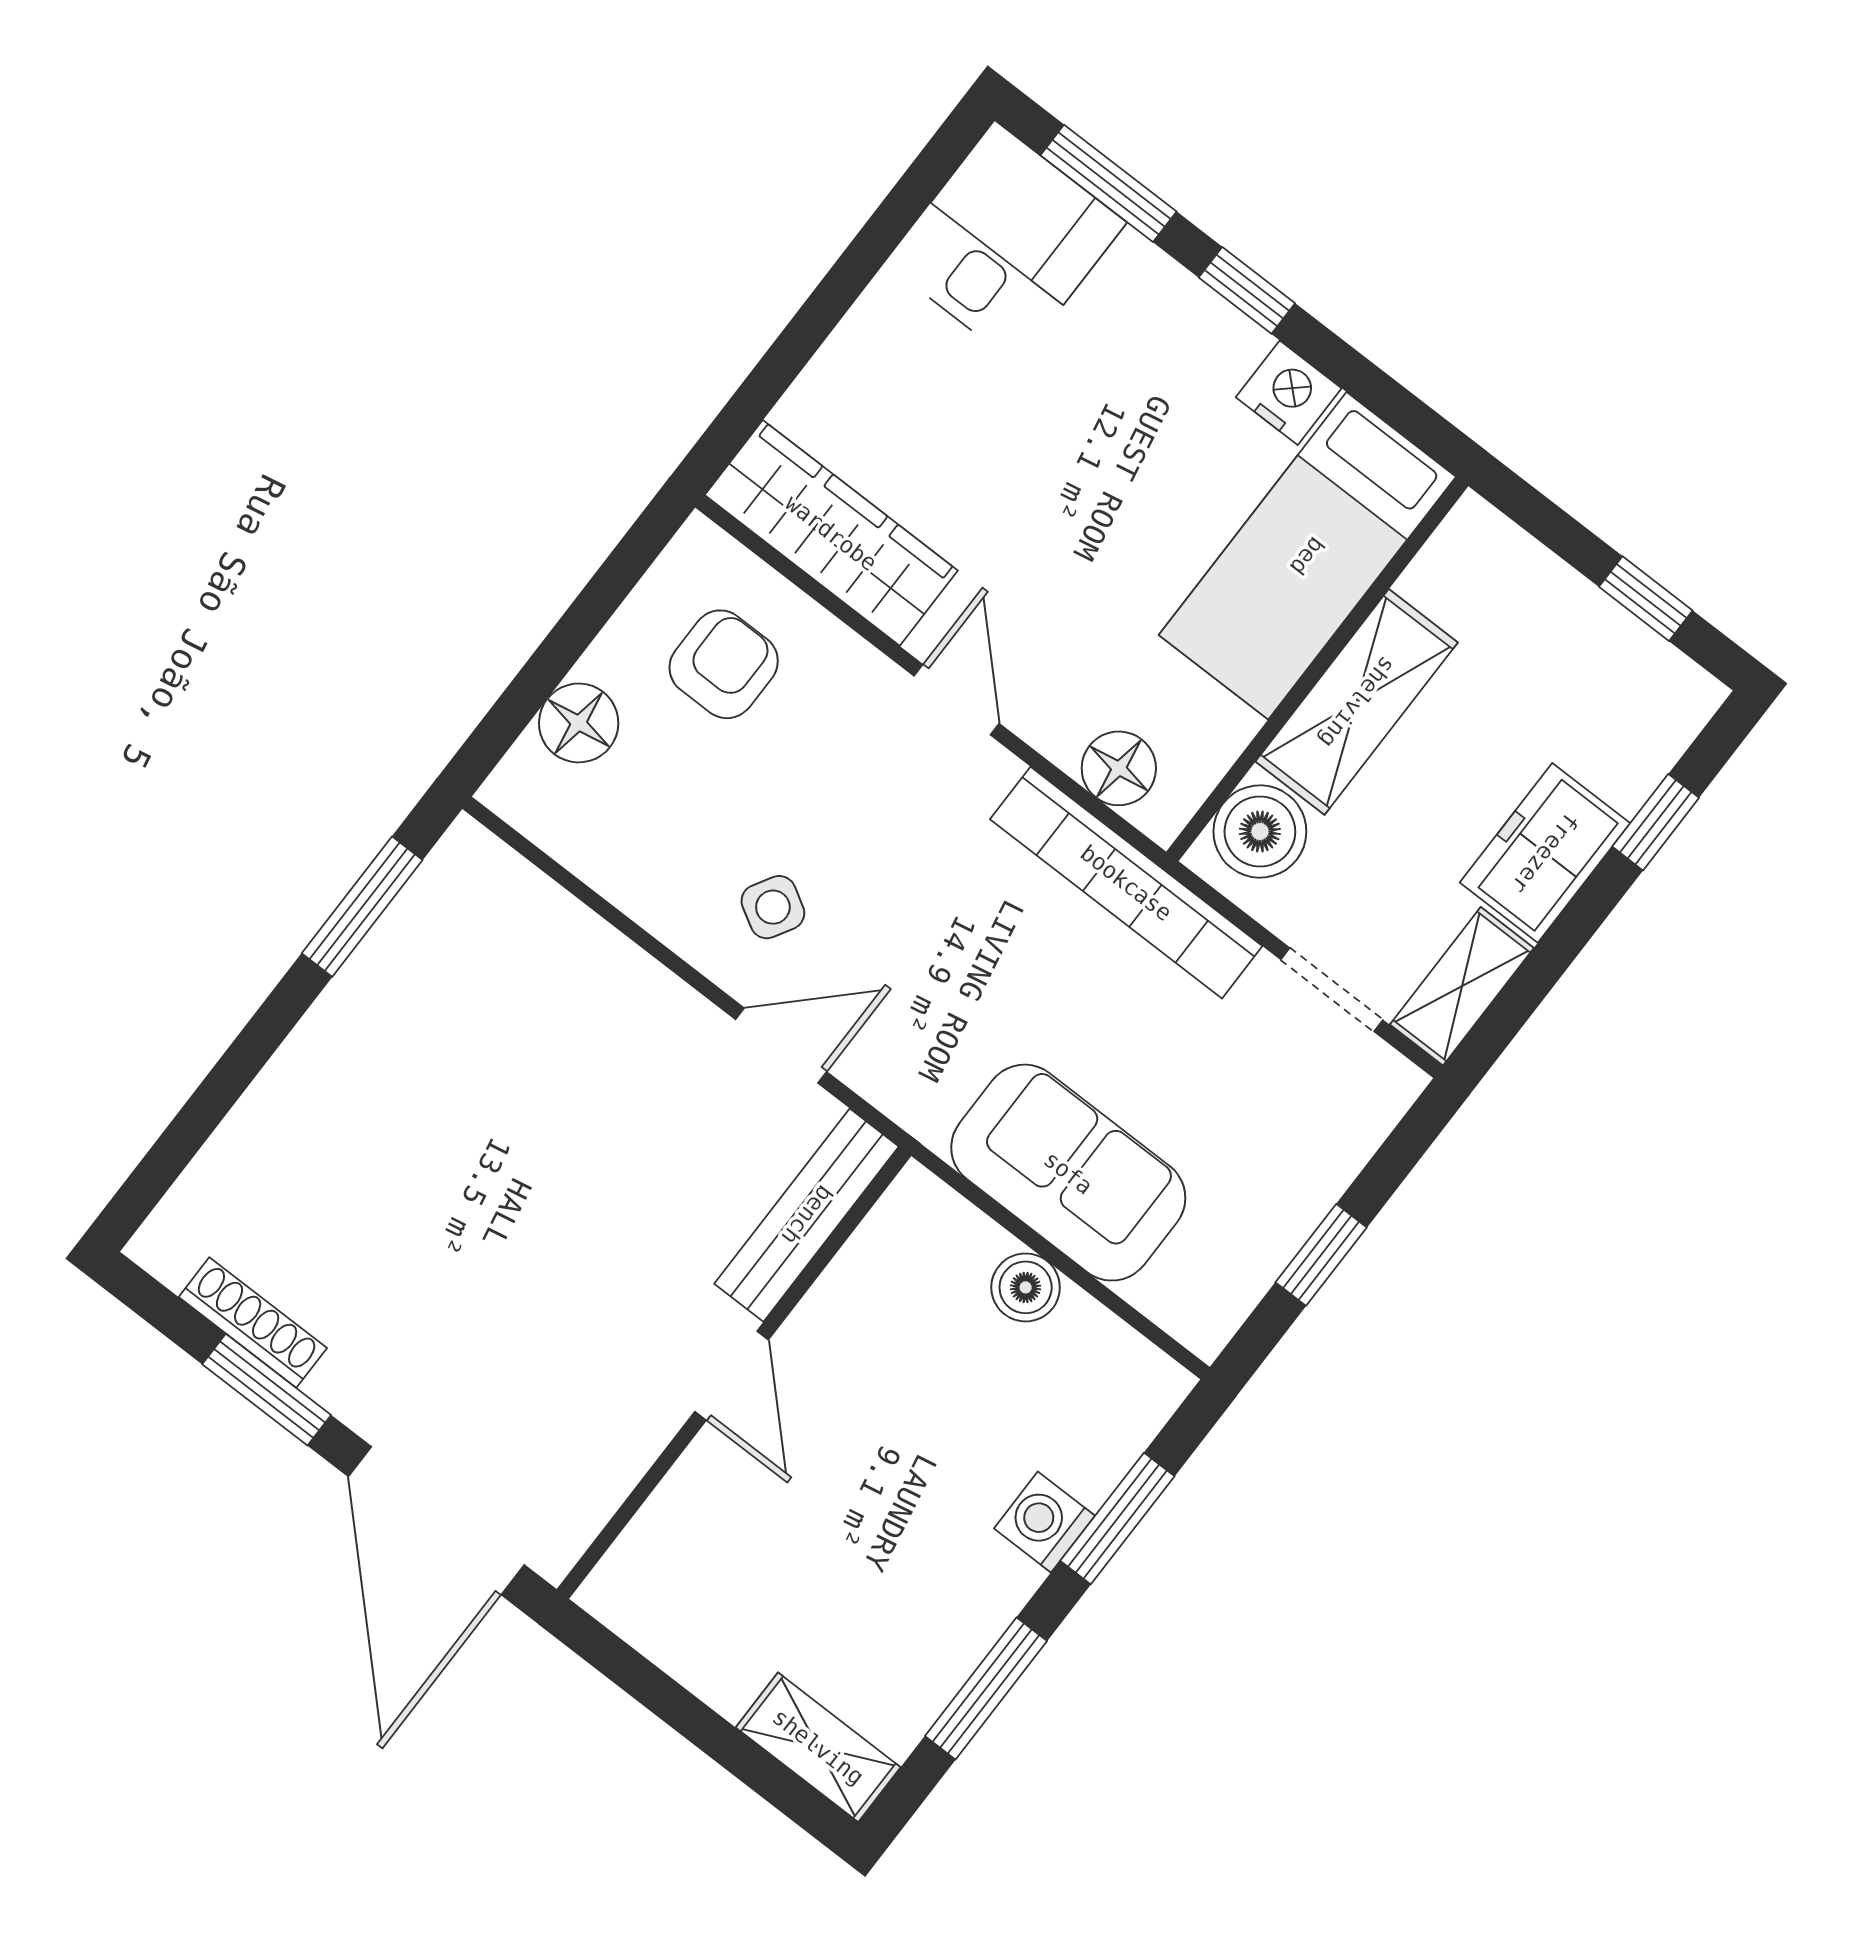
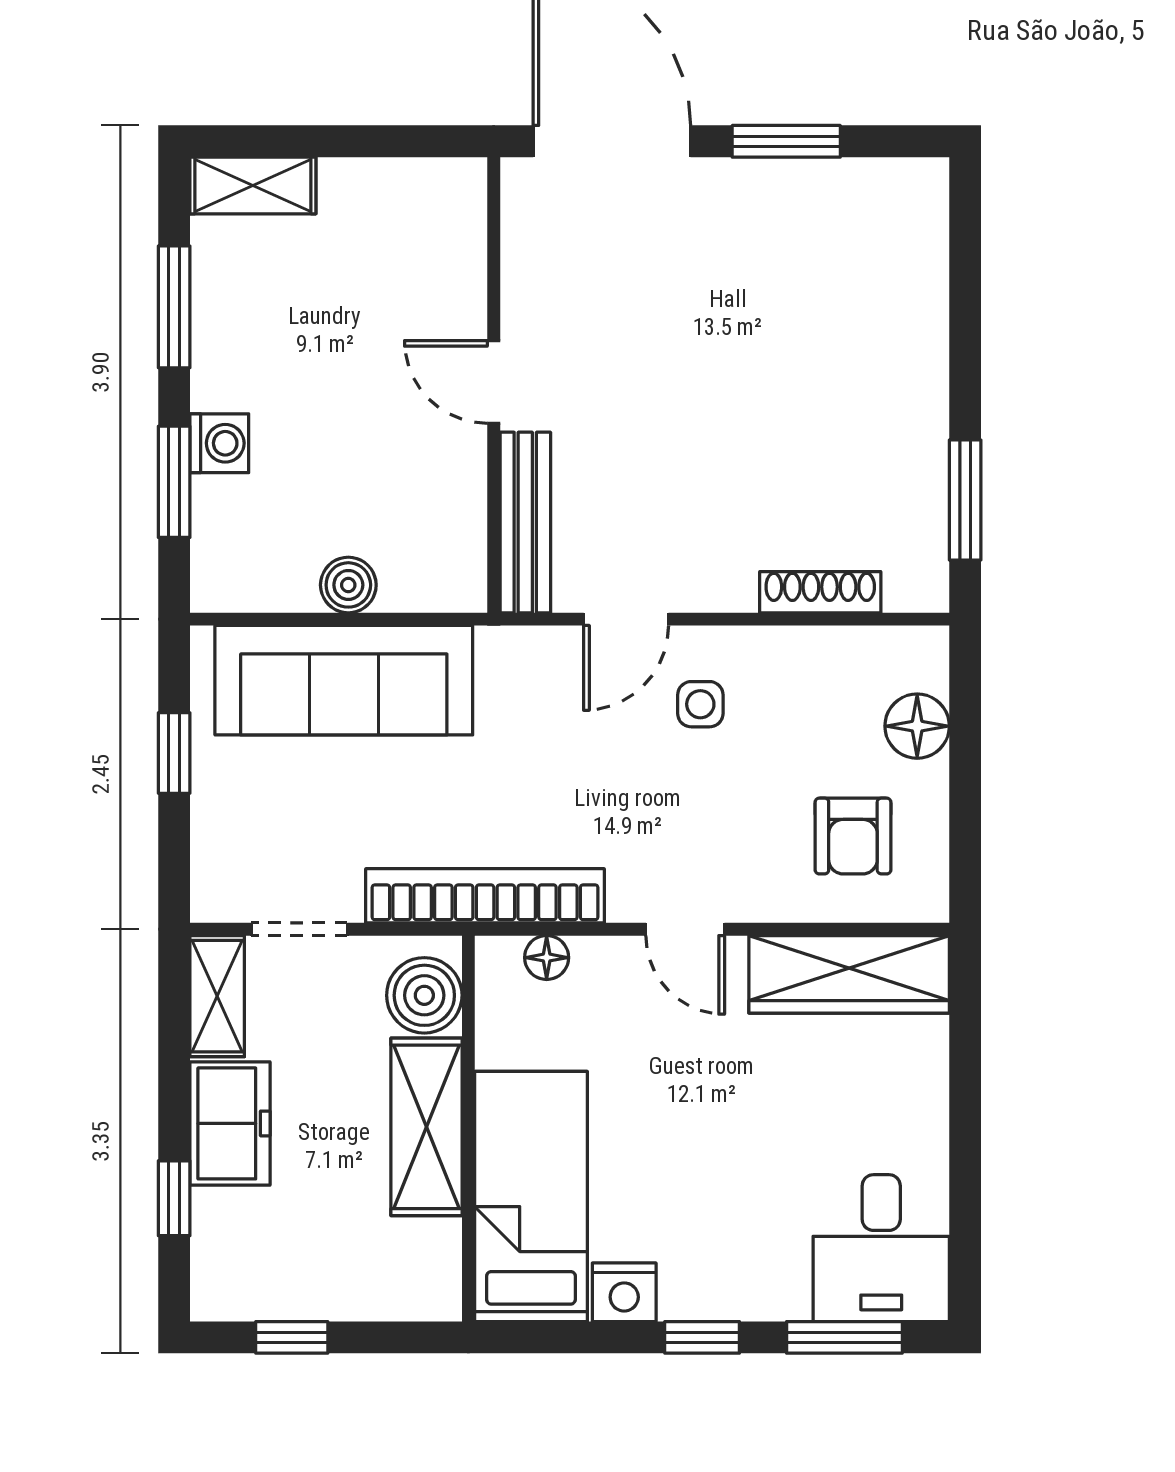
floor lamp: (1119, 768) -> (547, 958), width x0.73, depth x0.73
side table: (773, 907) -> (700, 704), turned -30
sofa: (1068, 1173) -> (344, 680), width x1.36
shoe rack: (253, 1322) -> (820, 592), moved, turned 180

